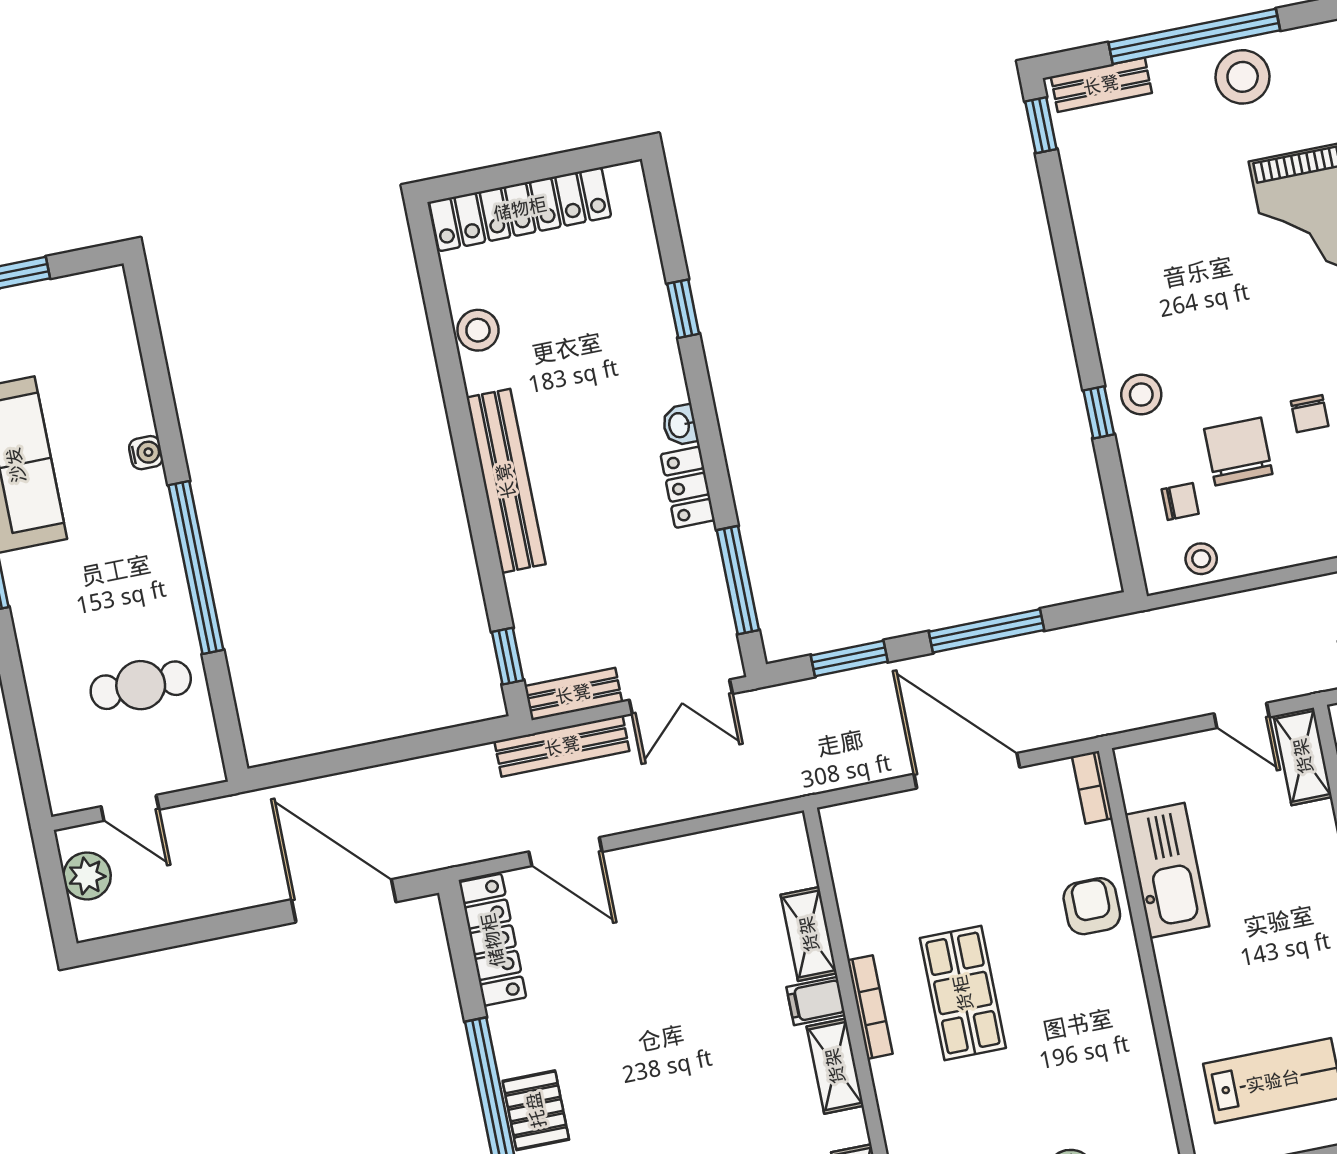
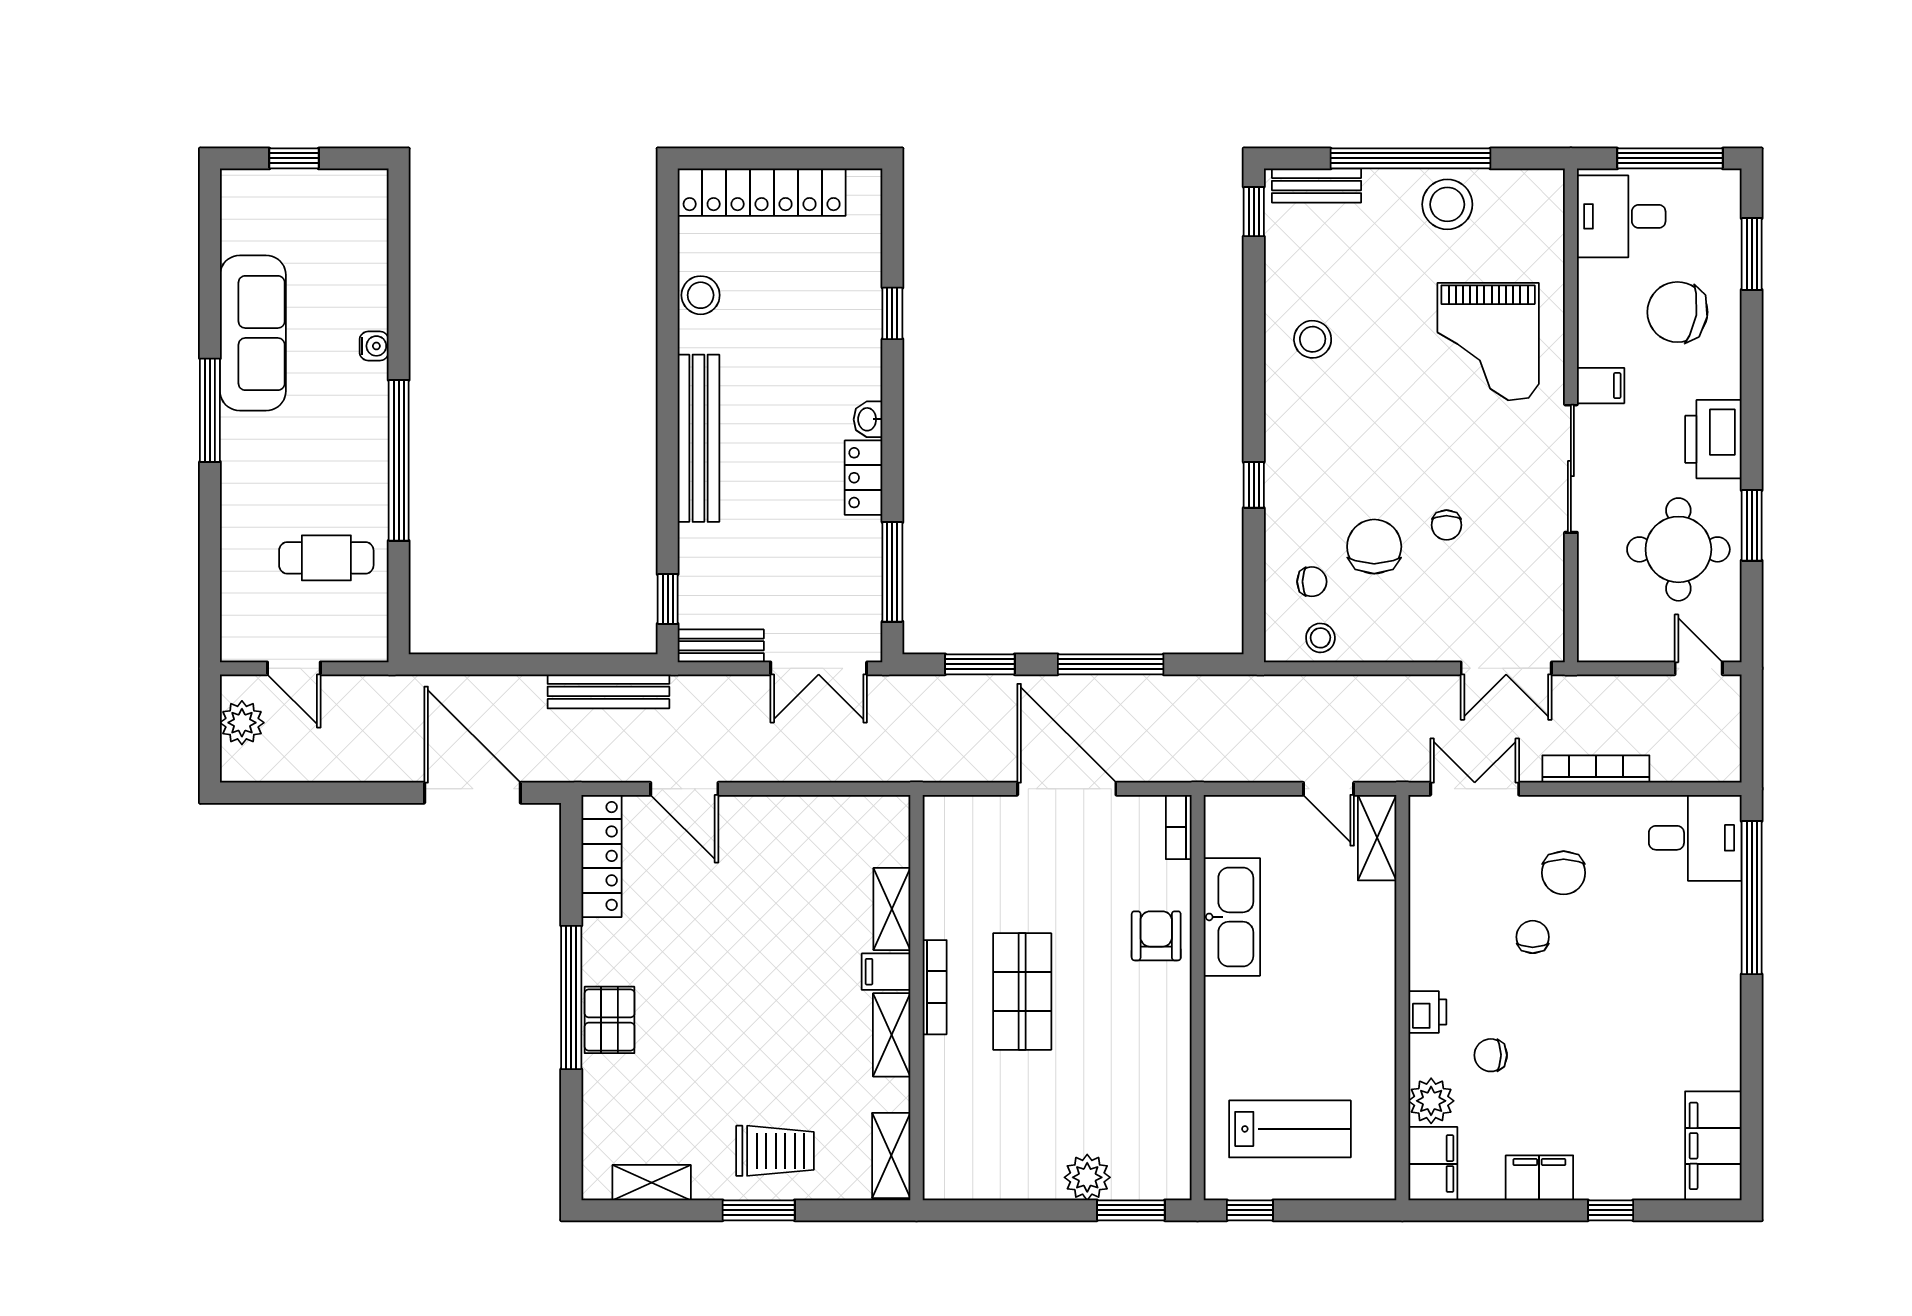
stool: (1141, 394) -> (1313, 339), moved
bench: (562, 746) -> (608, 691), moved

